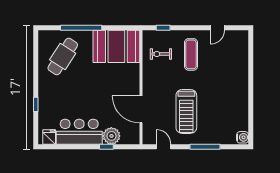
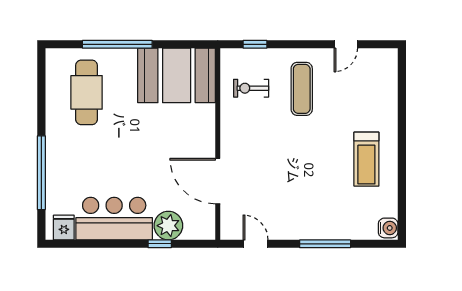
cafe table: (63, 56) -> (87, 92), turned -33
window: (36, 104) -> (41, 173), width x3.17
treadmill: (186, 111) -> (366, 159), moved, width x0.73, depth x0.73

